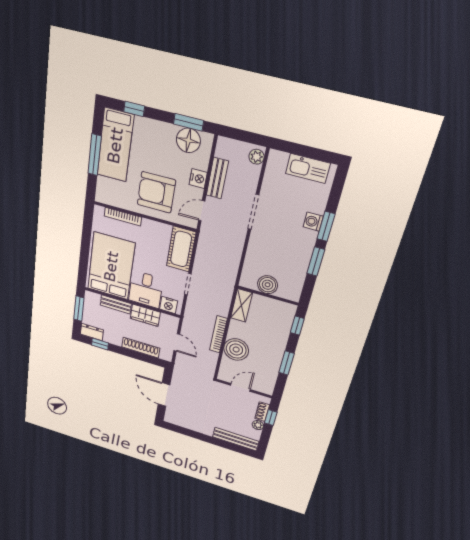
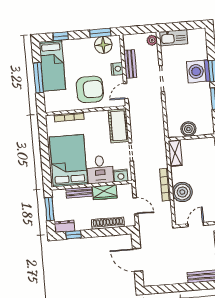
kitchen sink: (308, 168) -> (173, 38), moved
armchair: (156, 192) -> (90, 89), turned 180
washing machine: (313, 222) -> (198, 71), width x1.89, depth x1.89

